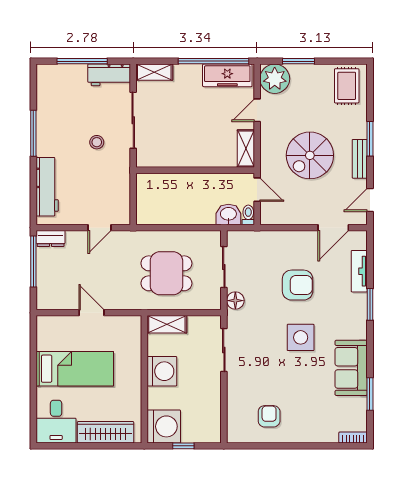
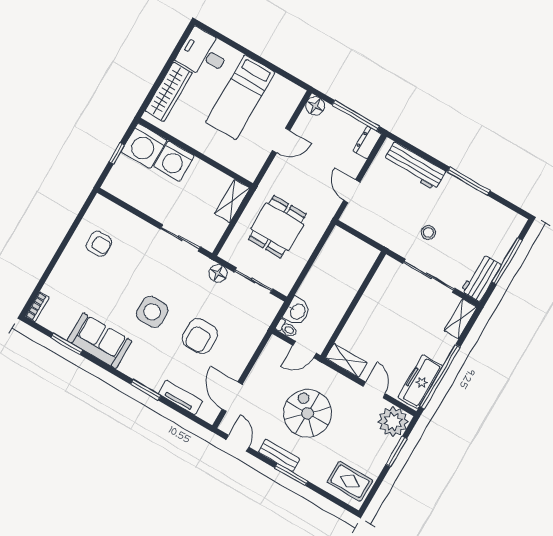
floor lamp: (45, 301) -> (315, 106), added
washing machine: (162, 371) -> (174, 161), moved

